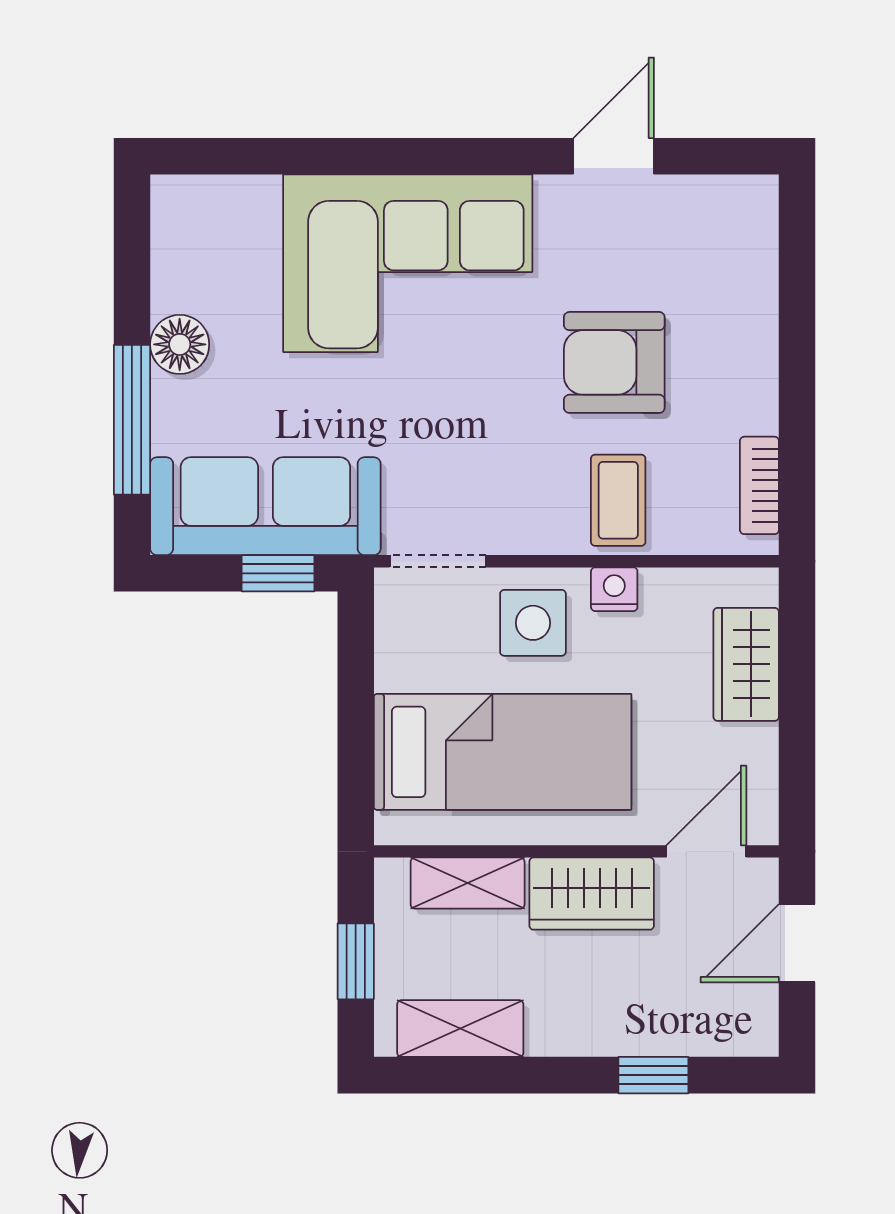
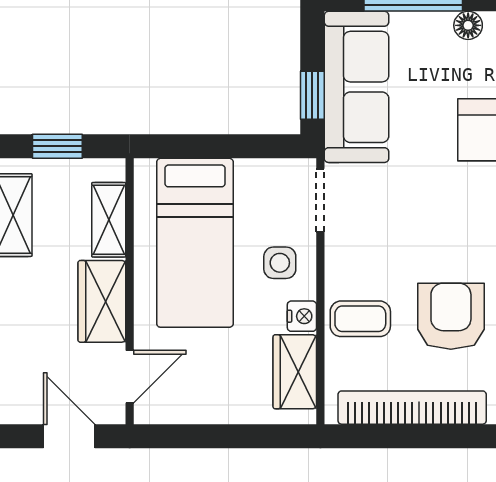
floor lamp: (180, 344) -> (468, 25), width x0.73, depth x0.73
bookcase: (759, 485) -> (412, 408), width x2.31, depth x1.31
side table: (533, 623) -> (280, 263), width x0.73, depth x0.73
wardrobe: (746, 664) -> (295, 372), moved, turned -90
door: (706, 851) -> (130, 377), hinge flipped

